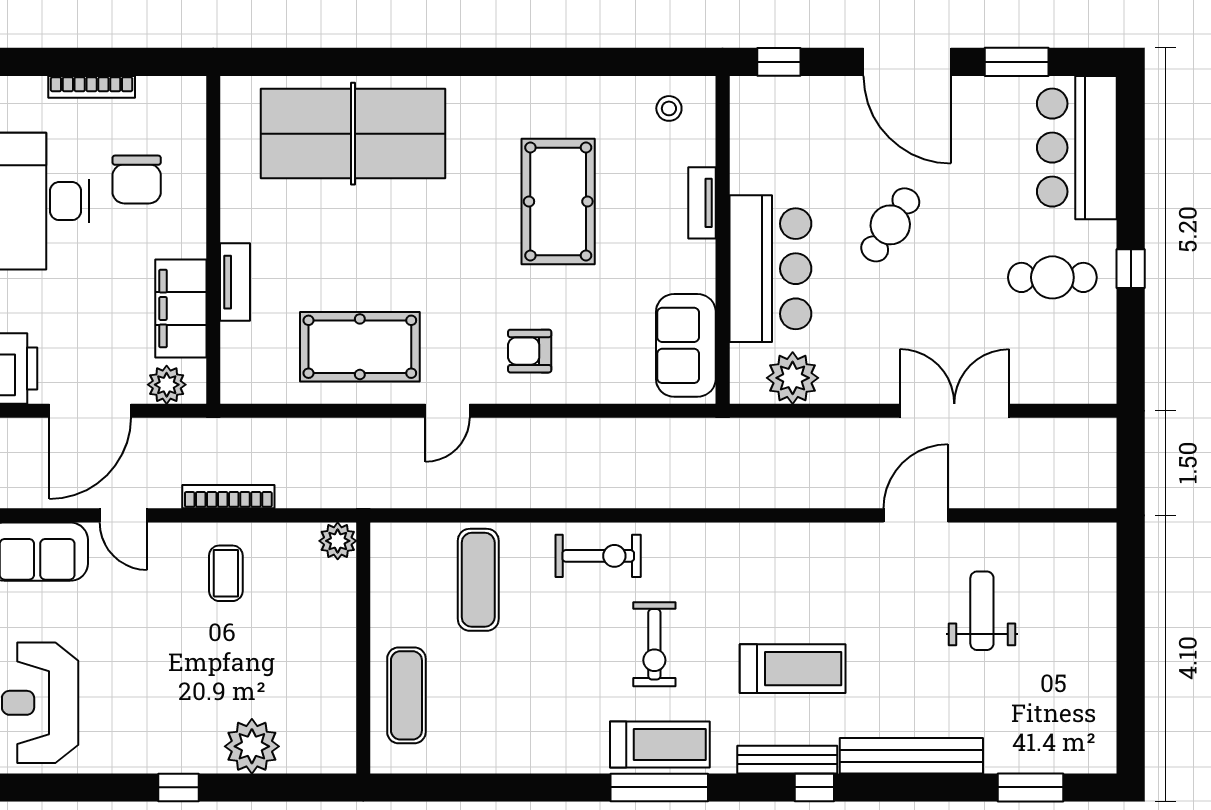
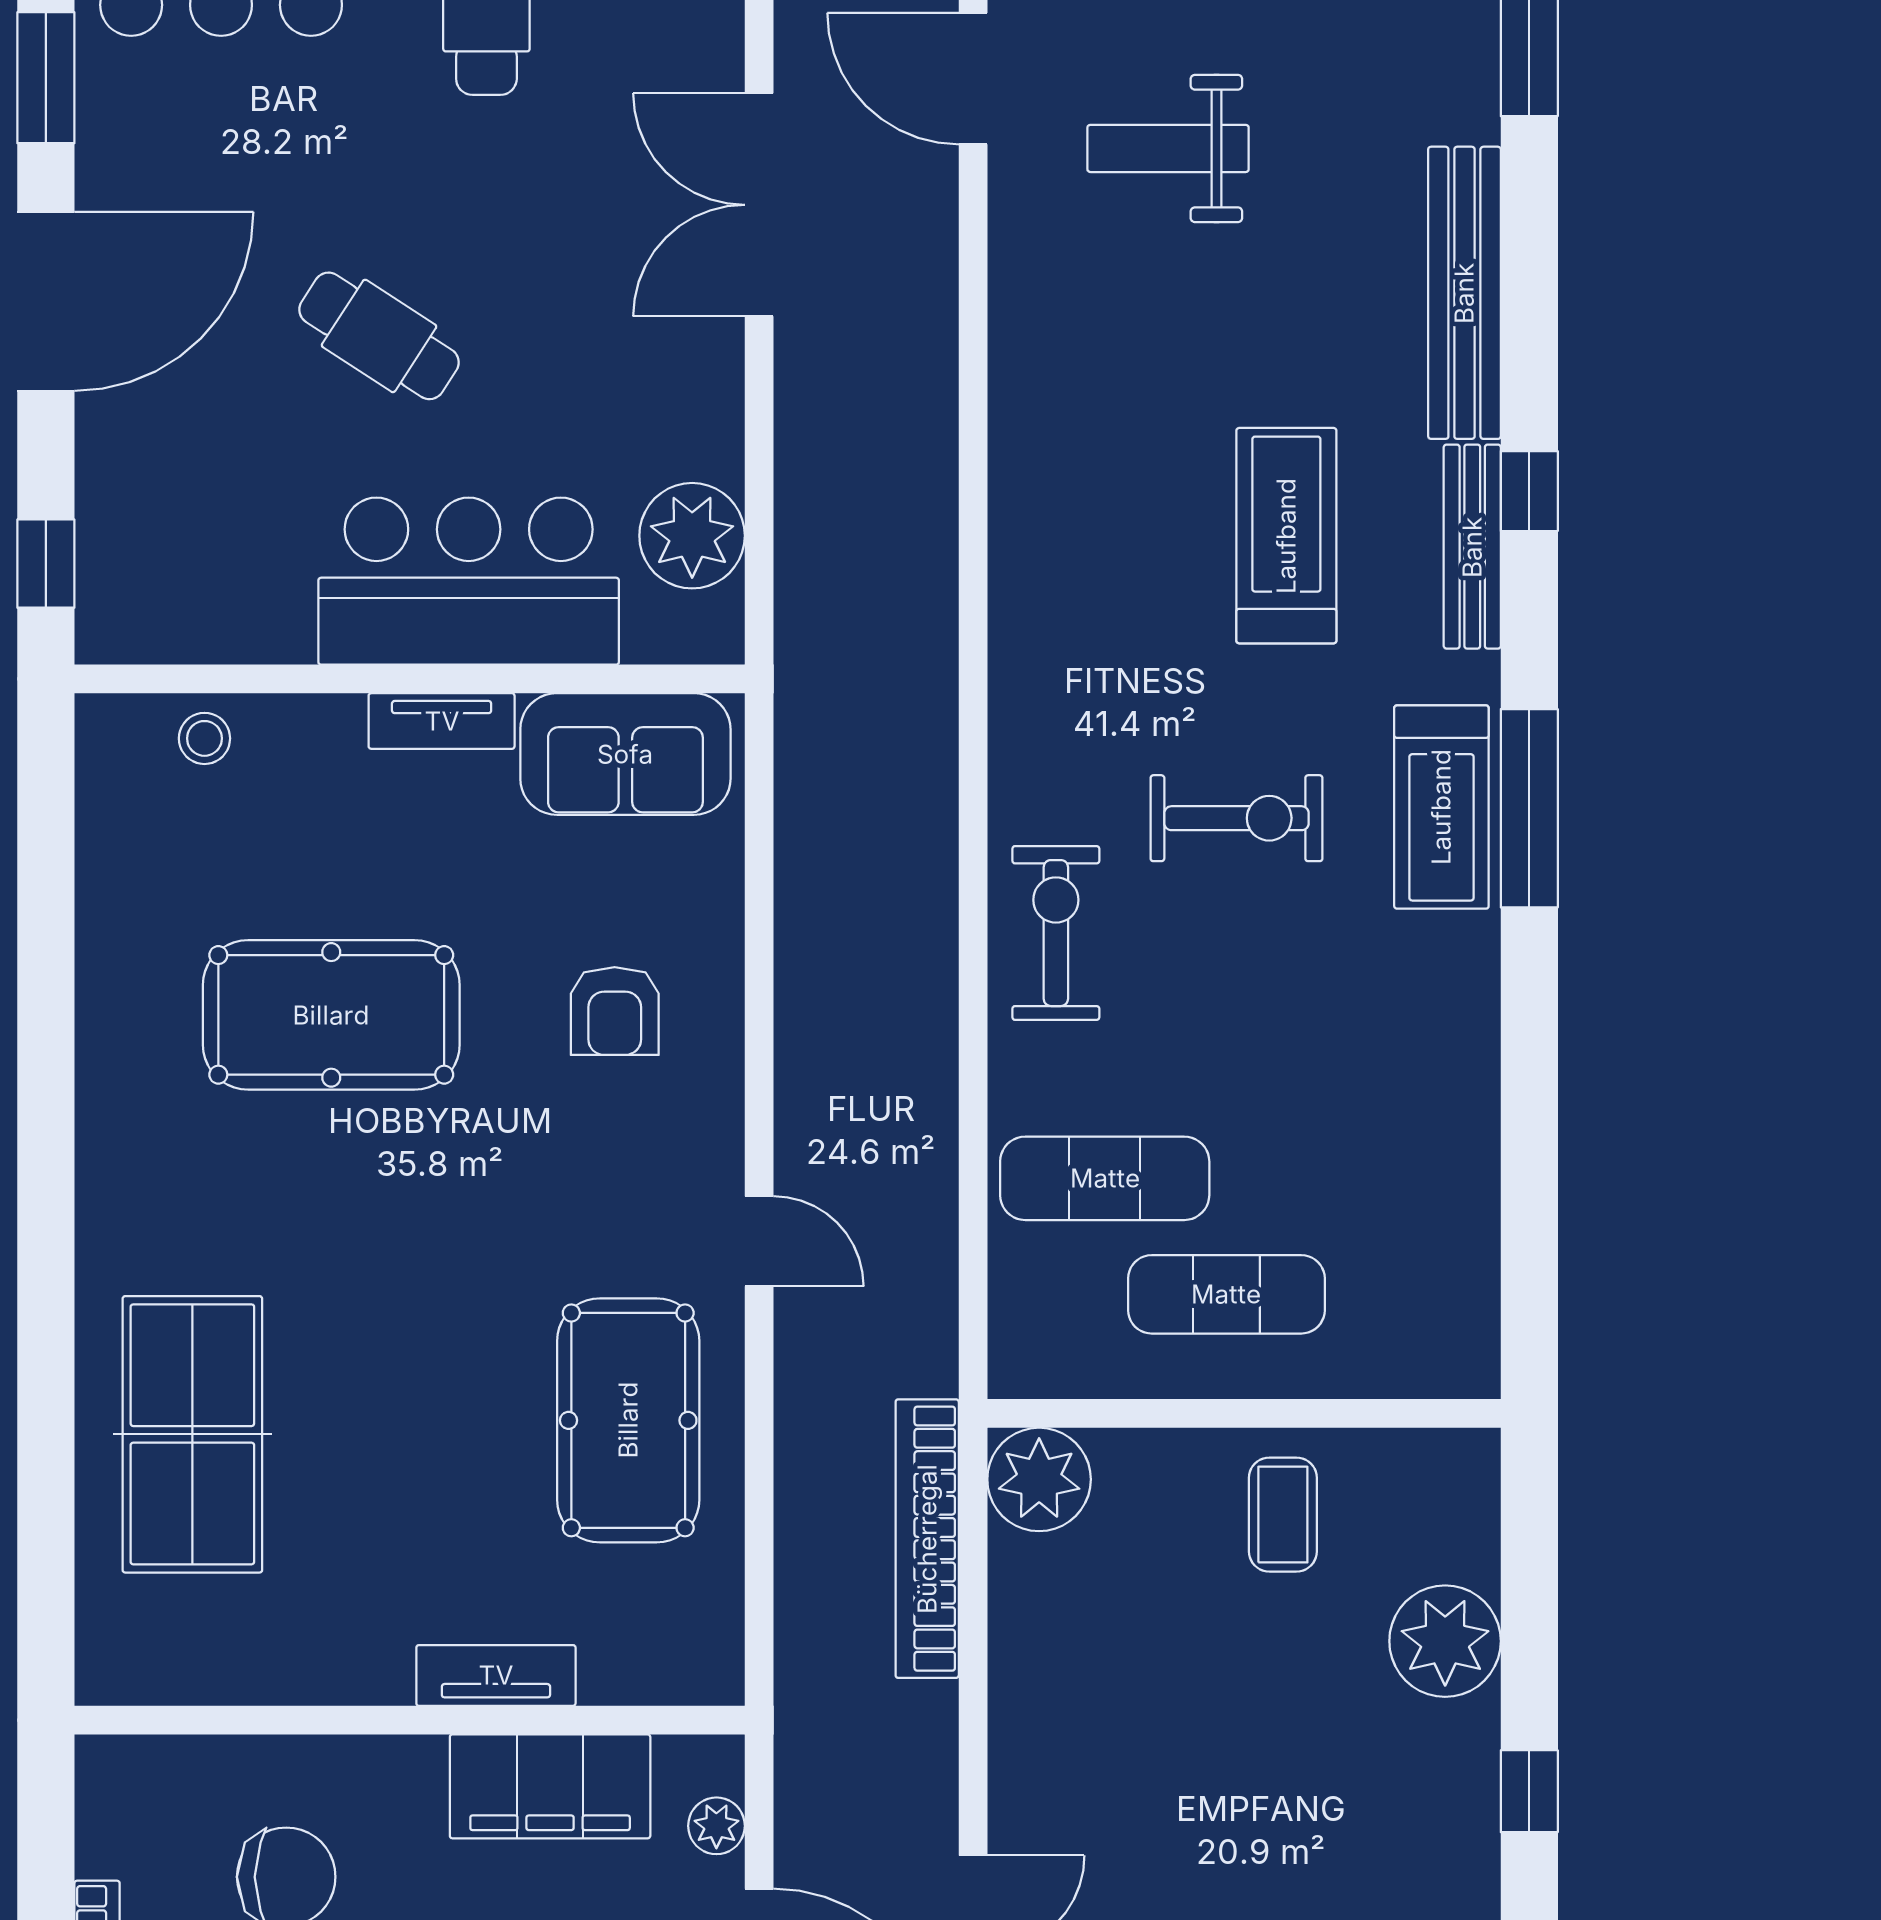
stool: (669, 108) -> (204, 738), moved
table tennis table: (353, 134) -> (192, 1434), width x0.73, depth x0.76
tv unit: (702, 203) -> (442, 721), moved
armchair: (530, 351) -> (615, 1011), moved
plant: (167, 385) -> (716, 1826), width x0.73, depth x0.73
bookcase: (228, 497) -> (927, 1539), moved, width x1.48, depth x1.31
door: (916, 515) -> (973, 79), moved
plant: (338, 541) -> (1039, 1479), width x1.36, depth x1.36
coffee table: (226, 573) -> (1283, 1515), moved, turned 90
exercise mat: (406, 695) -> (1226, 1294), moved
treadmill: (660, 744) -> (1441, 807), turned 180

